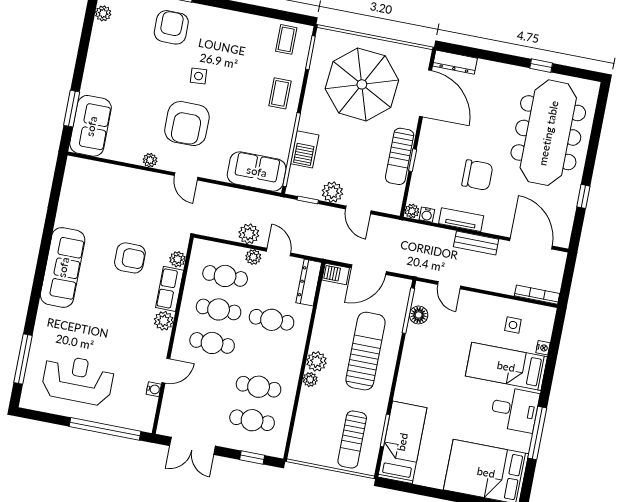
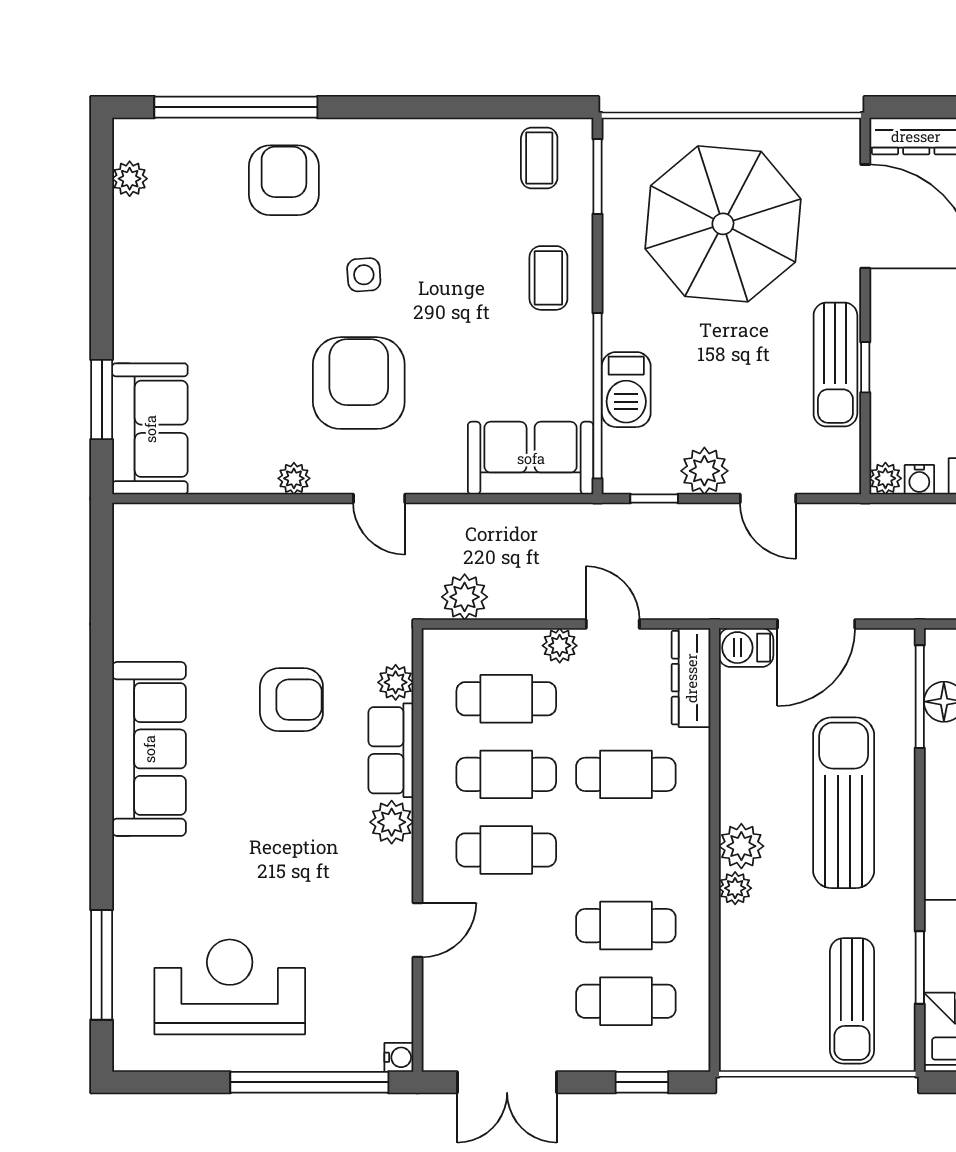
armchair: (187, 124) -> (359, 383), turned 180
plant: (249, 234) -> (465, 597), moved
water cooler: (154, 389) -> (399, 1057), moved

